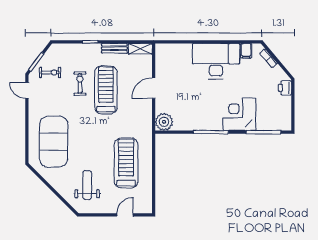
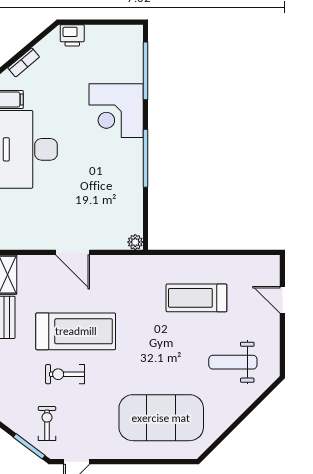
treadmill: (106, 90) -> (76, 331), turned 180
plant: (164, 122) -> (135, 242), width x0.53, depth x0.53
treadmill: (126, 163) -> (196, 298), width x0.73, depth x0.73

